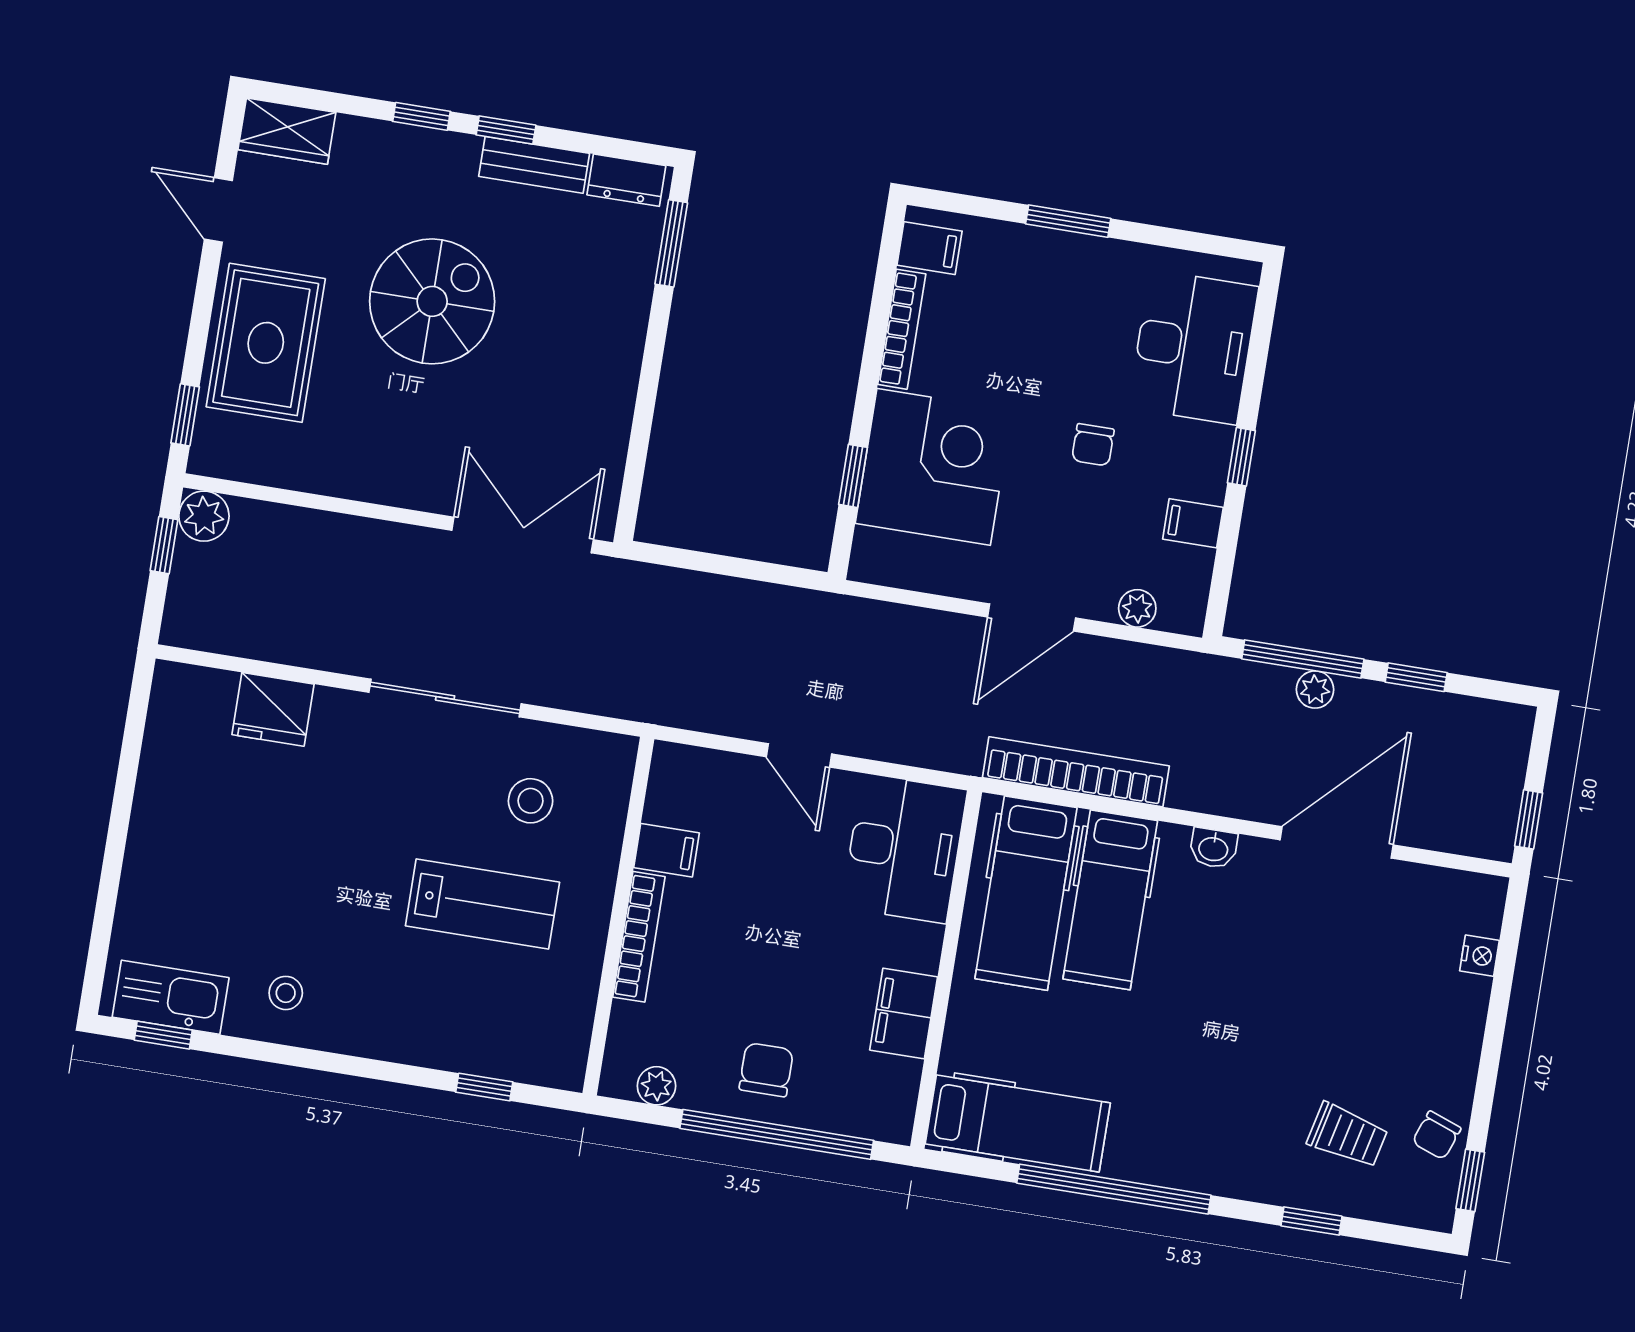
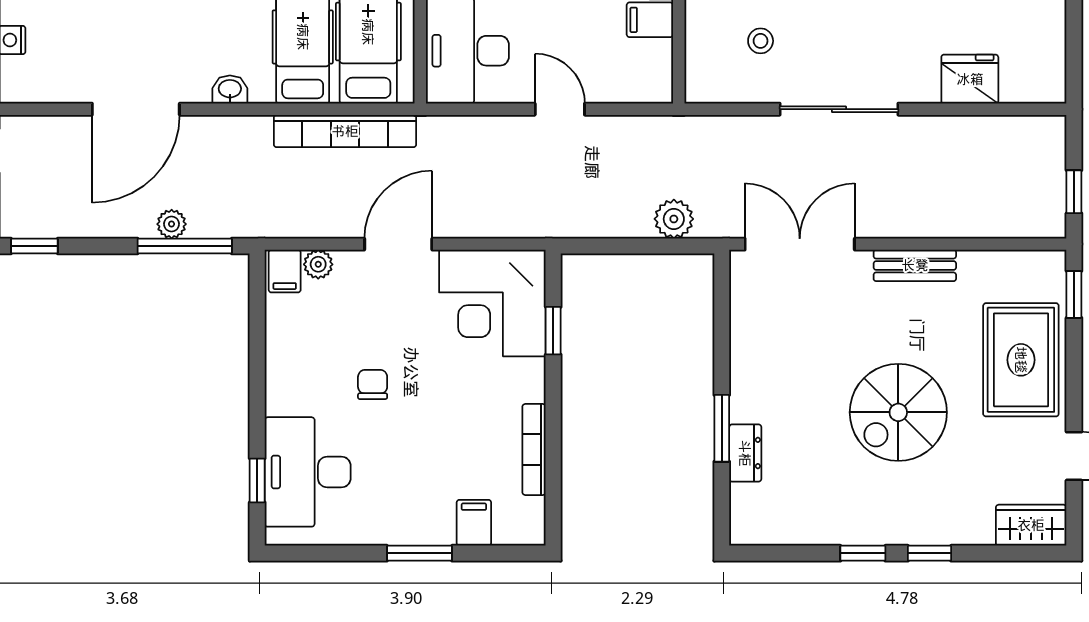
bench: (534, 165) -> (915, 265), moved
dresser: (626, 180) -> (745, 453), moved, turned 90
window: (671, 243) -> (722, 428), moved
filing cabinet: (930, 248) -> (474, 523), moved, turned 90
window: (1241, 457) -> (257, 480), moved
corner desk: (934, 467) -> (492, 303), moved
plant: (204, 516) -> (674, 219), moved
filing cabinet: (1193, 523) -> (285, 271), moved, turned 90
double door: (523, 535) -> (800, 244), swing flipped
window: (1416, 677) -> (34, 246), moved
stool: (531, 801) -> (761, 41), width x0.73, depth x0.73

